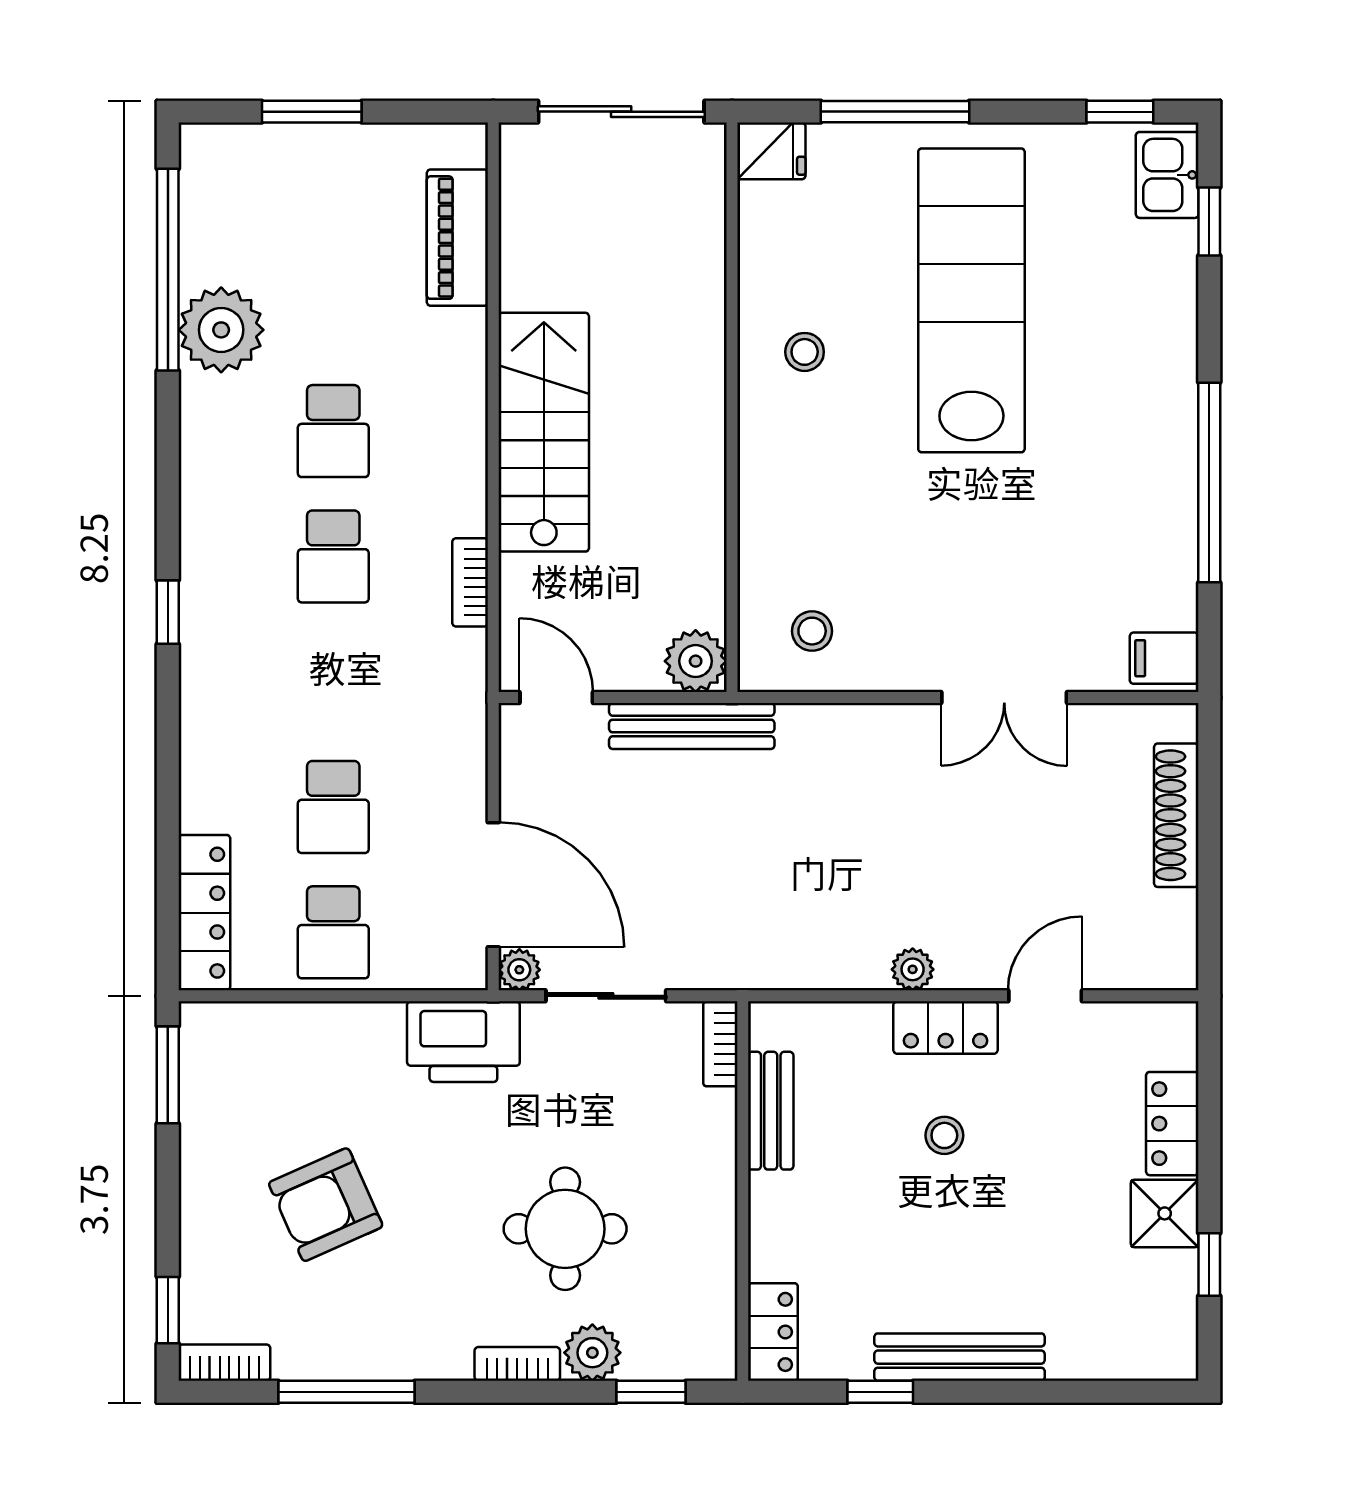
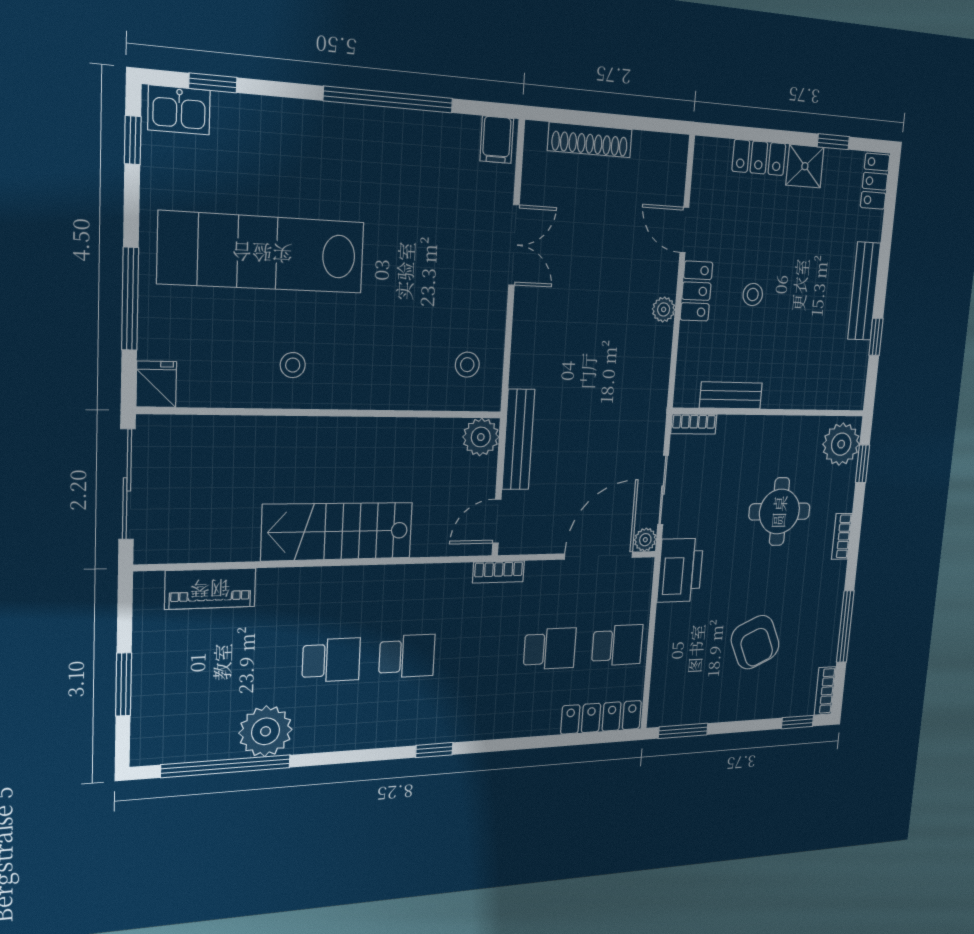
bookcase: (470, 582) -> (499, 572), moved
locker: (773, 1332) -> (875, 181), moved, turned -90
plant: (592, 1353) -> (841, 444), moved, width x1.36, depth x1.36

